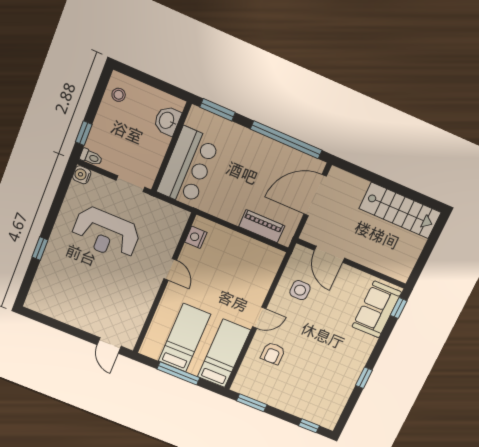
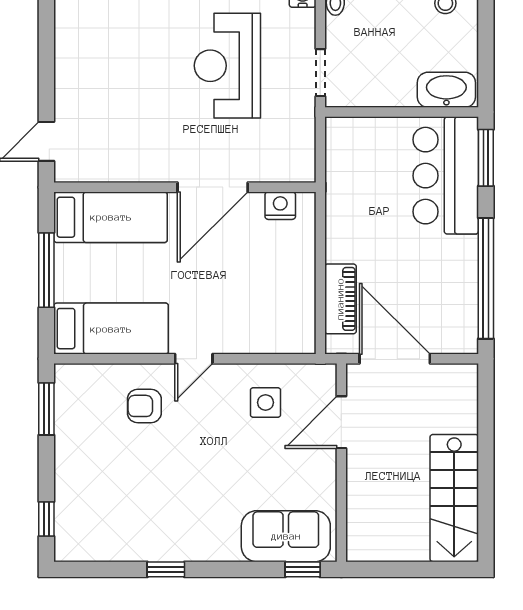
washbasin: (167, 121) -> (446, 90), width x1.38
bar counter: (188, 167) -> (446, 176), moved, turned 90
door: (315, 195) -> (395, 359), moved
door: (170, 269) -> (213, 187), width x1.88
door: (259, 318) -> (194, 359), hinge flipped
bed: (184, 338) -> (111, 217), moved

